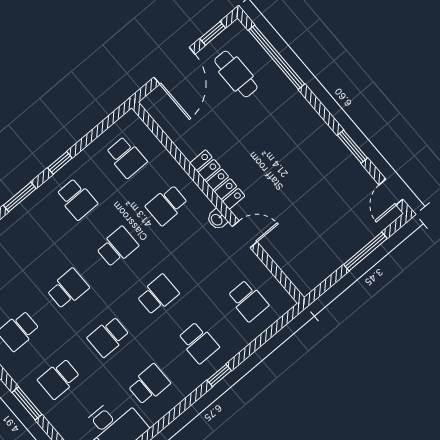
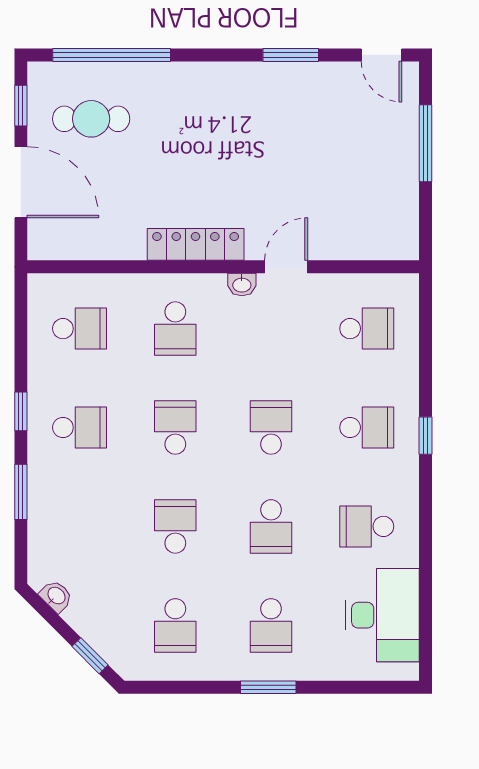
school desk: (149, 384) -> (367, 526), turned -90

